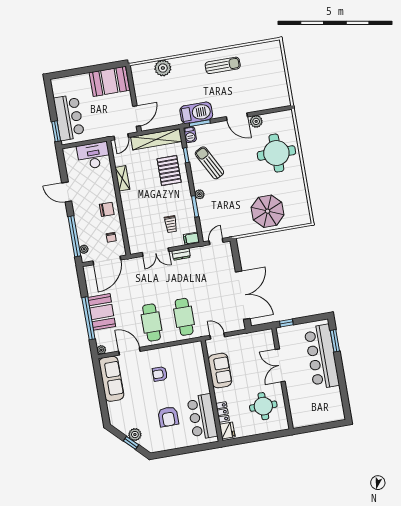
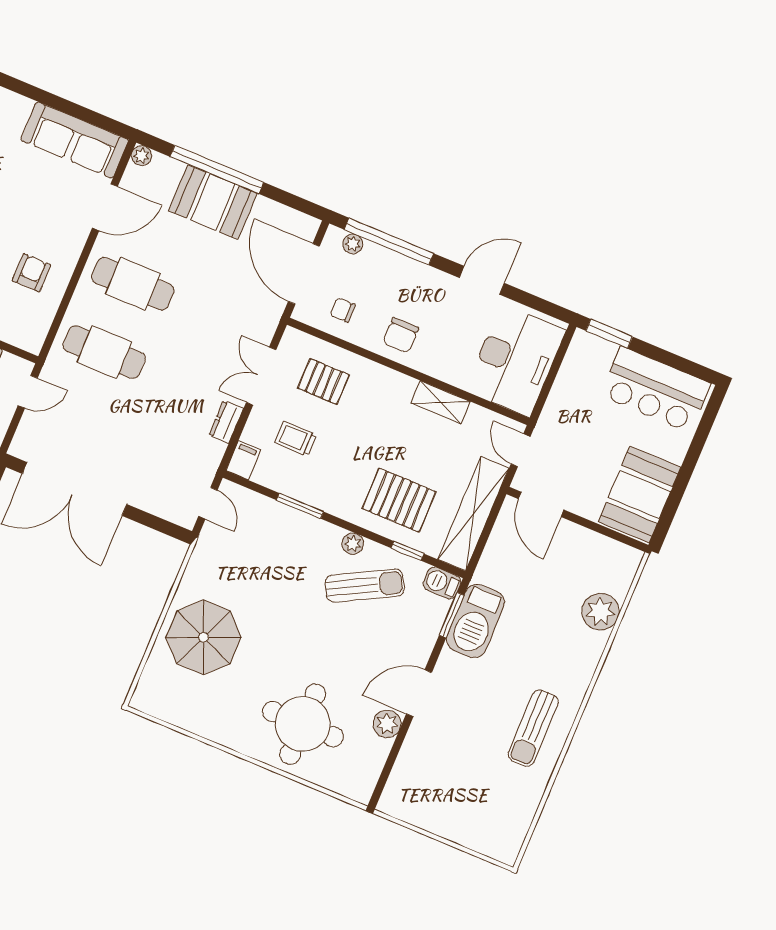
bar counter: (69, 117) -> (656, 389), moved
desk: (94, 156) -> (515, 360), width x1.36, depth x1.30
plant: (199, 194) -> (353, 544), moved
pallet: (143, 227) -> (323, 382), added
armchair: (160, 374) -> (31, 273), moved

